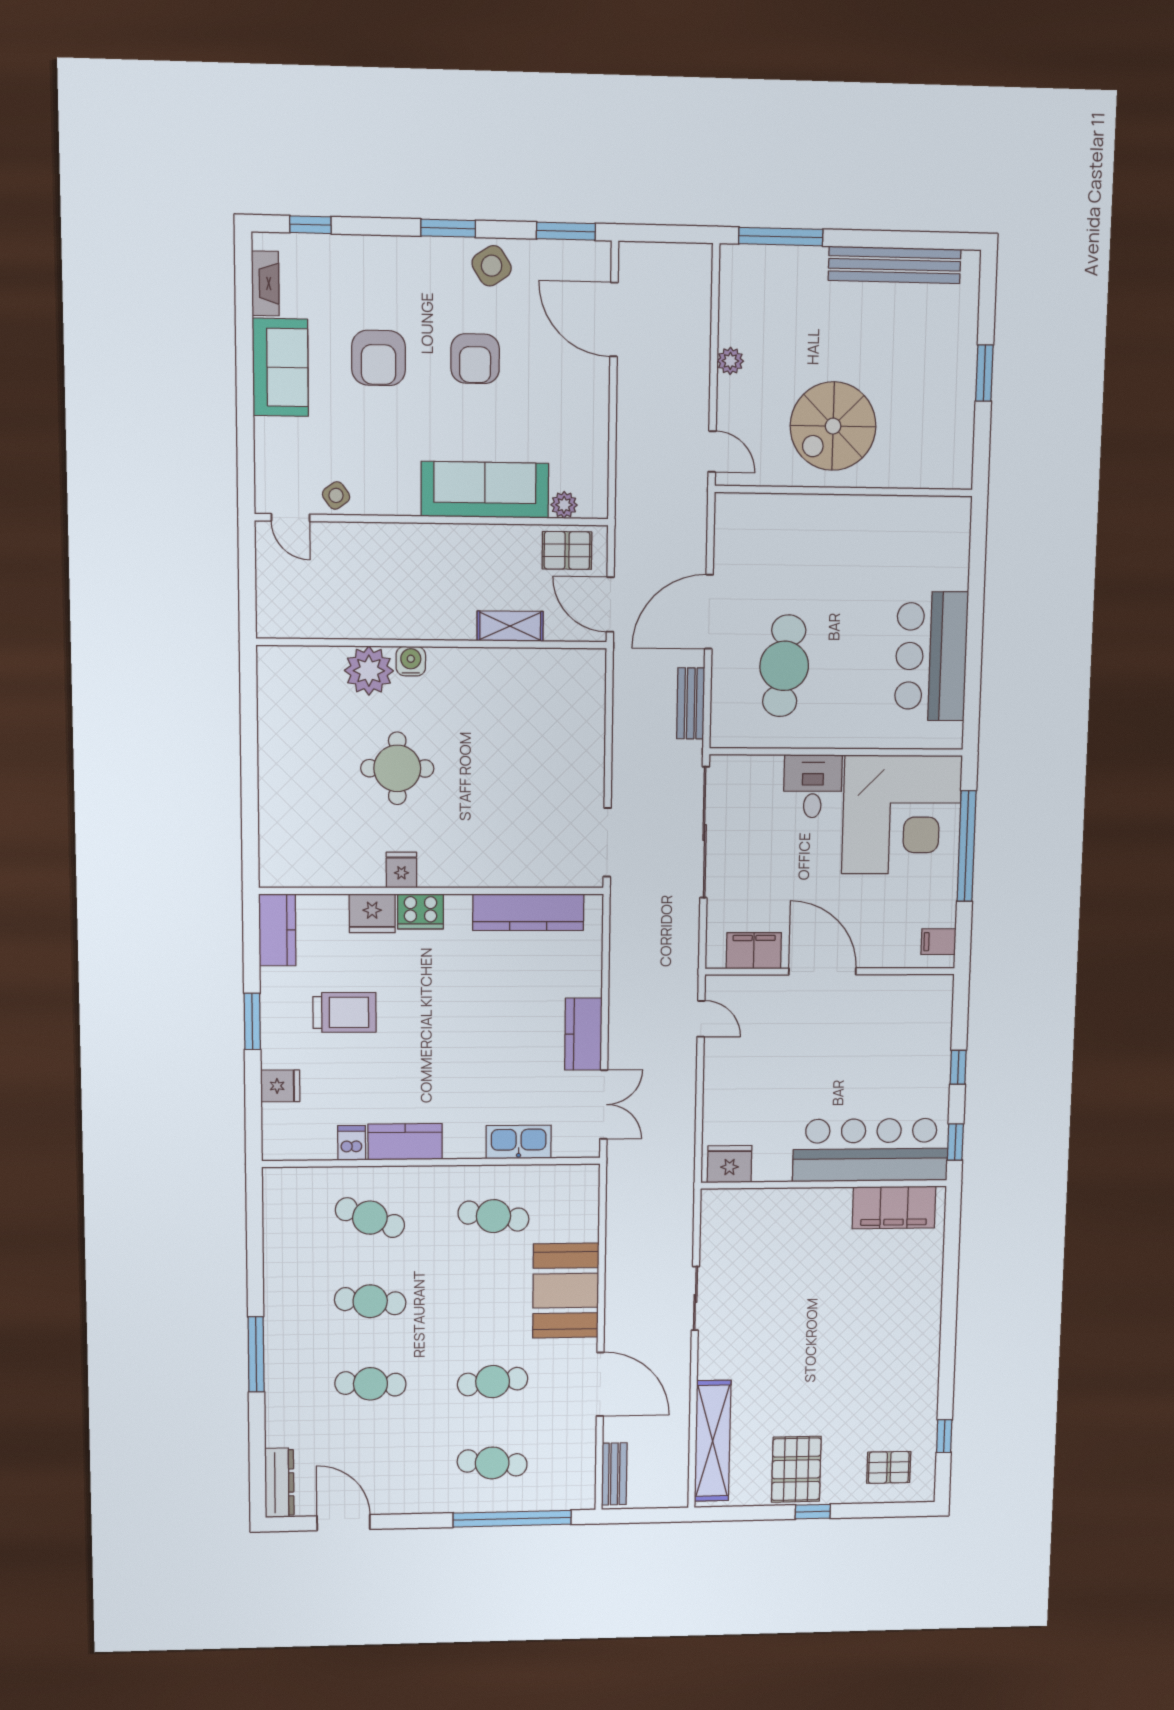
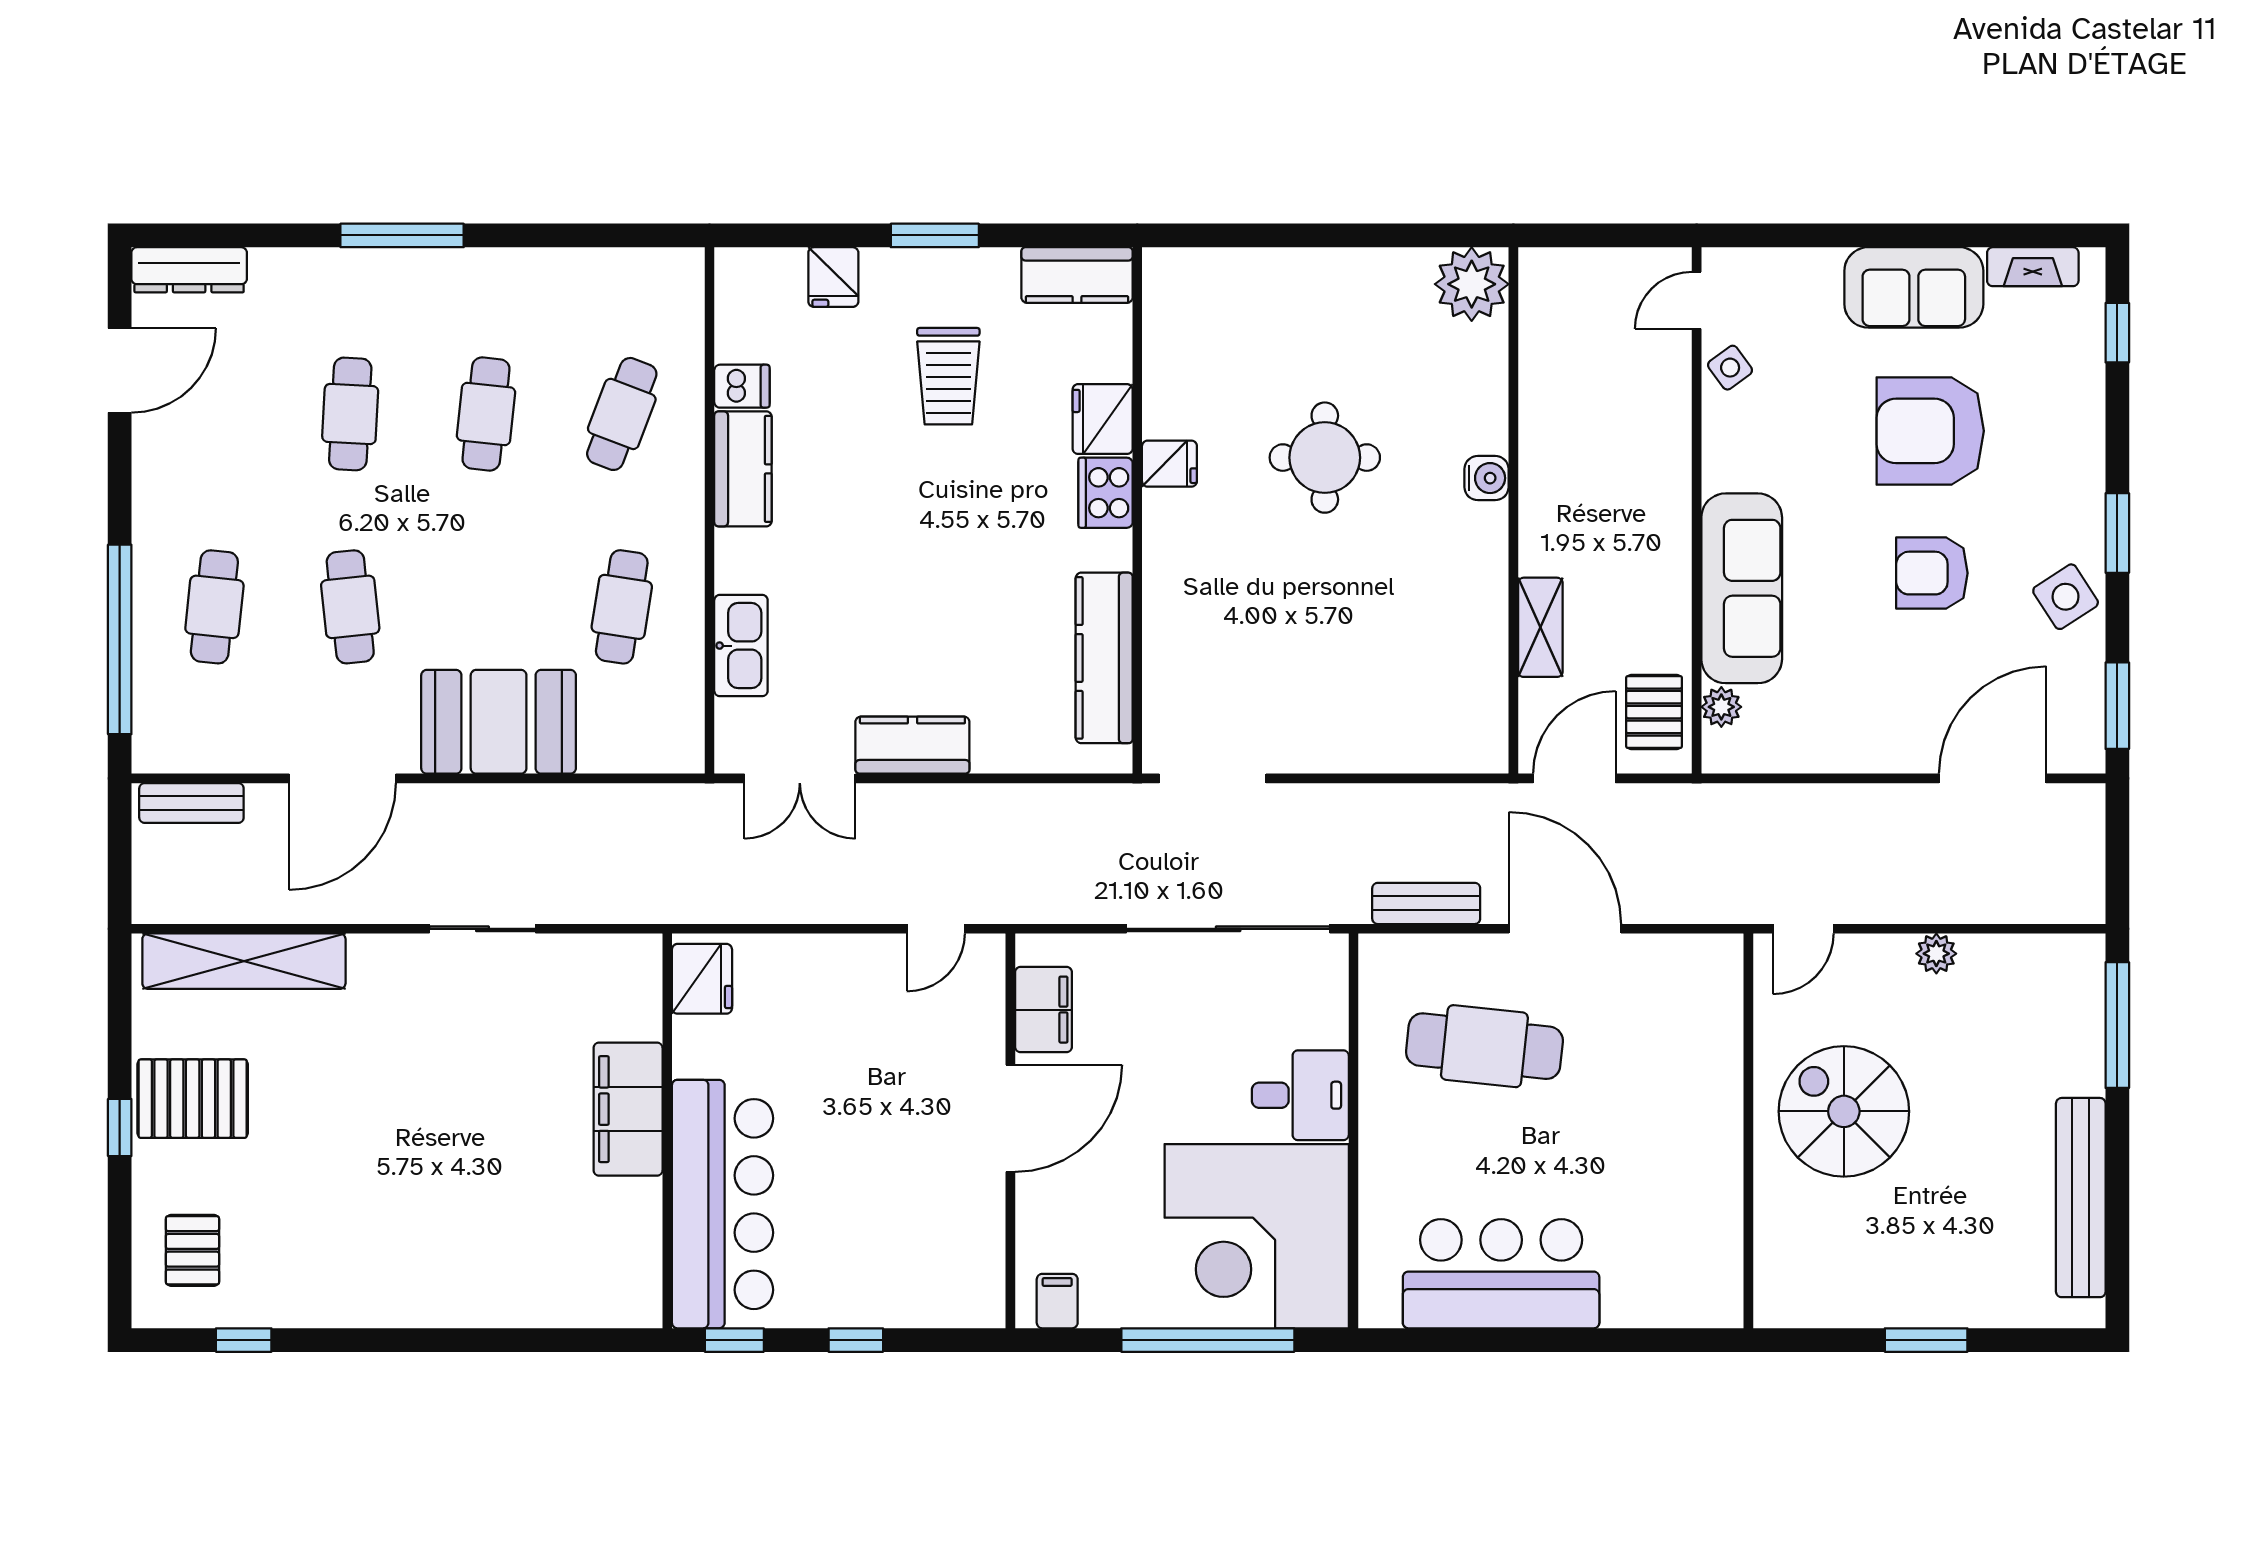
armchair: (379, 358) -> (1930, 431), width x1.36, depth x1.36
plant: (369, 671) -> (1472, 284), moved
filing cabinet: (894, 1207) -> (628, 1109), moved

